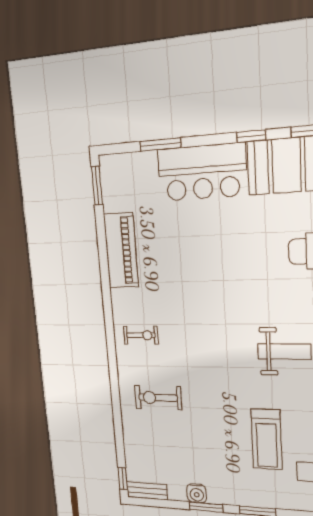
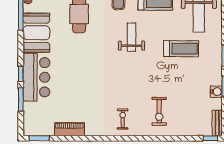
window: (251, 136) -> (21, 74), moved
piano: (121, 251) -> (69, 129), width x0.73, depth x0.75

